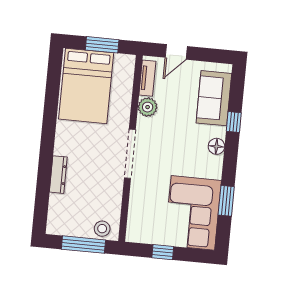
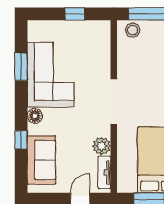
corner sofa: (193, 213) -> (51, 75), moved

